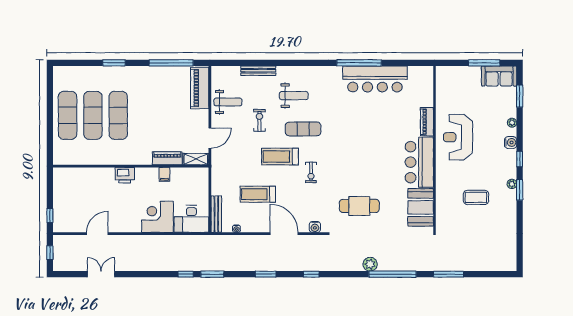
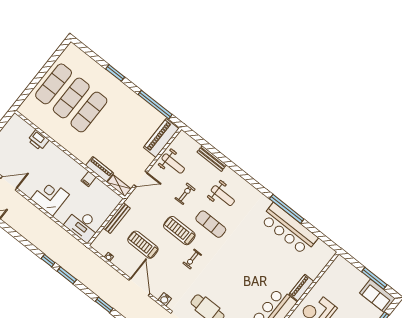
printer: (125, 175) -> (38, 140), moved
bench: (216, 214) -> (117, 218), moved
corner desk: (158, 217) -> (50, 197), moved

